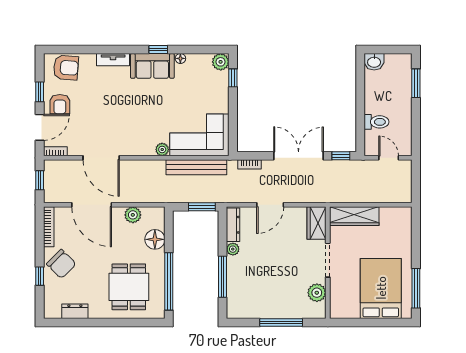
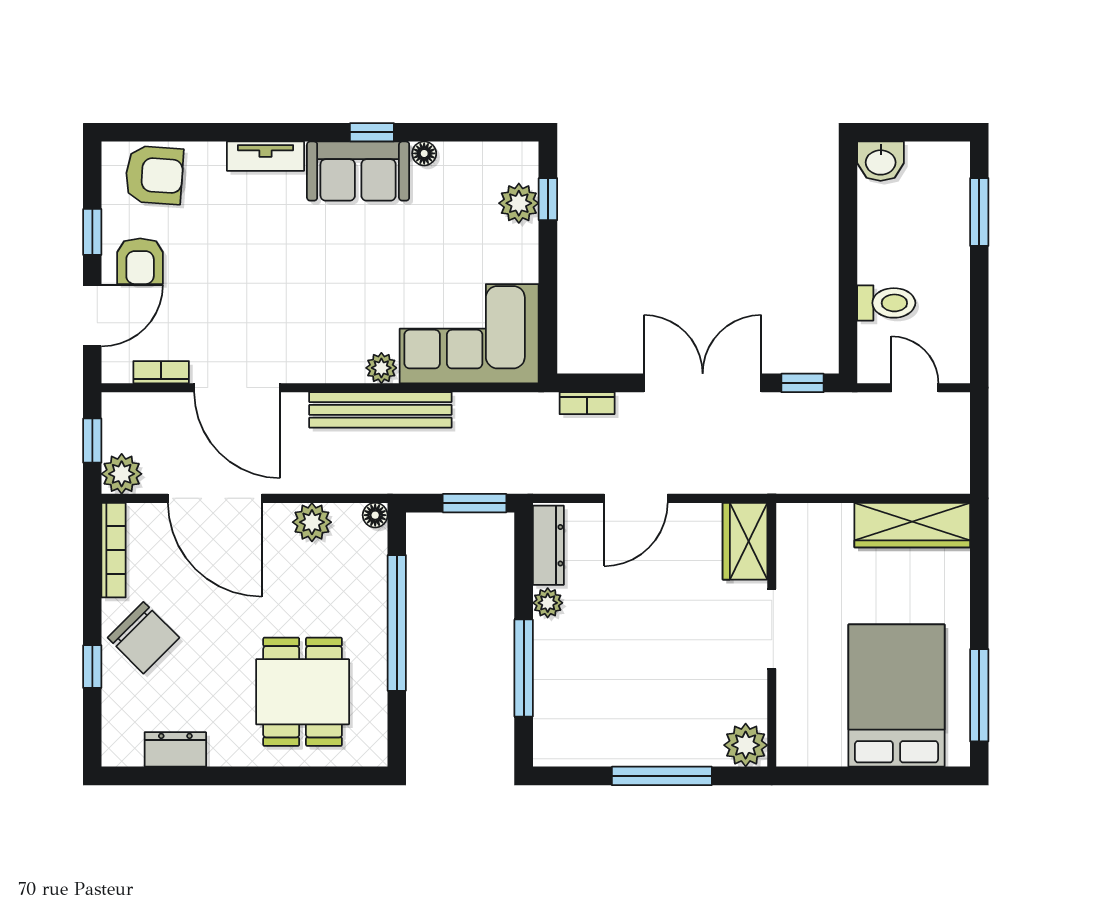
plant: (221, 62) -> (519, 203), moved
bookcase: (55, 151) -> (161, 372), moved
bench: (196, 167) -> (380, 410), moved
plant: (52, 194) -> (122, 474), added
wardrobe: (354, 216) -> (912, 525), moved
floor lamp: (155, 239) -> (375, 515), moved, width x0.53, depth x0.53
window: (169, 281) -> (397, 623), moved
plant: (317, 293) -> (746, 745), moved

